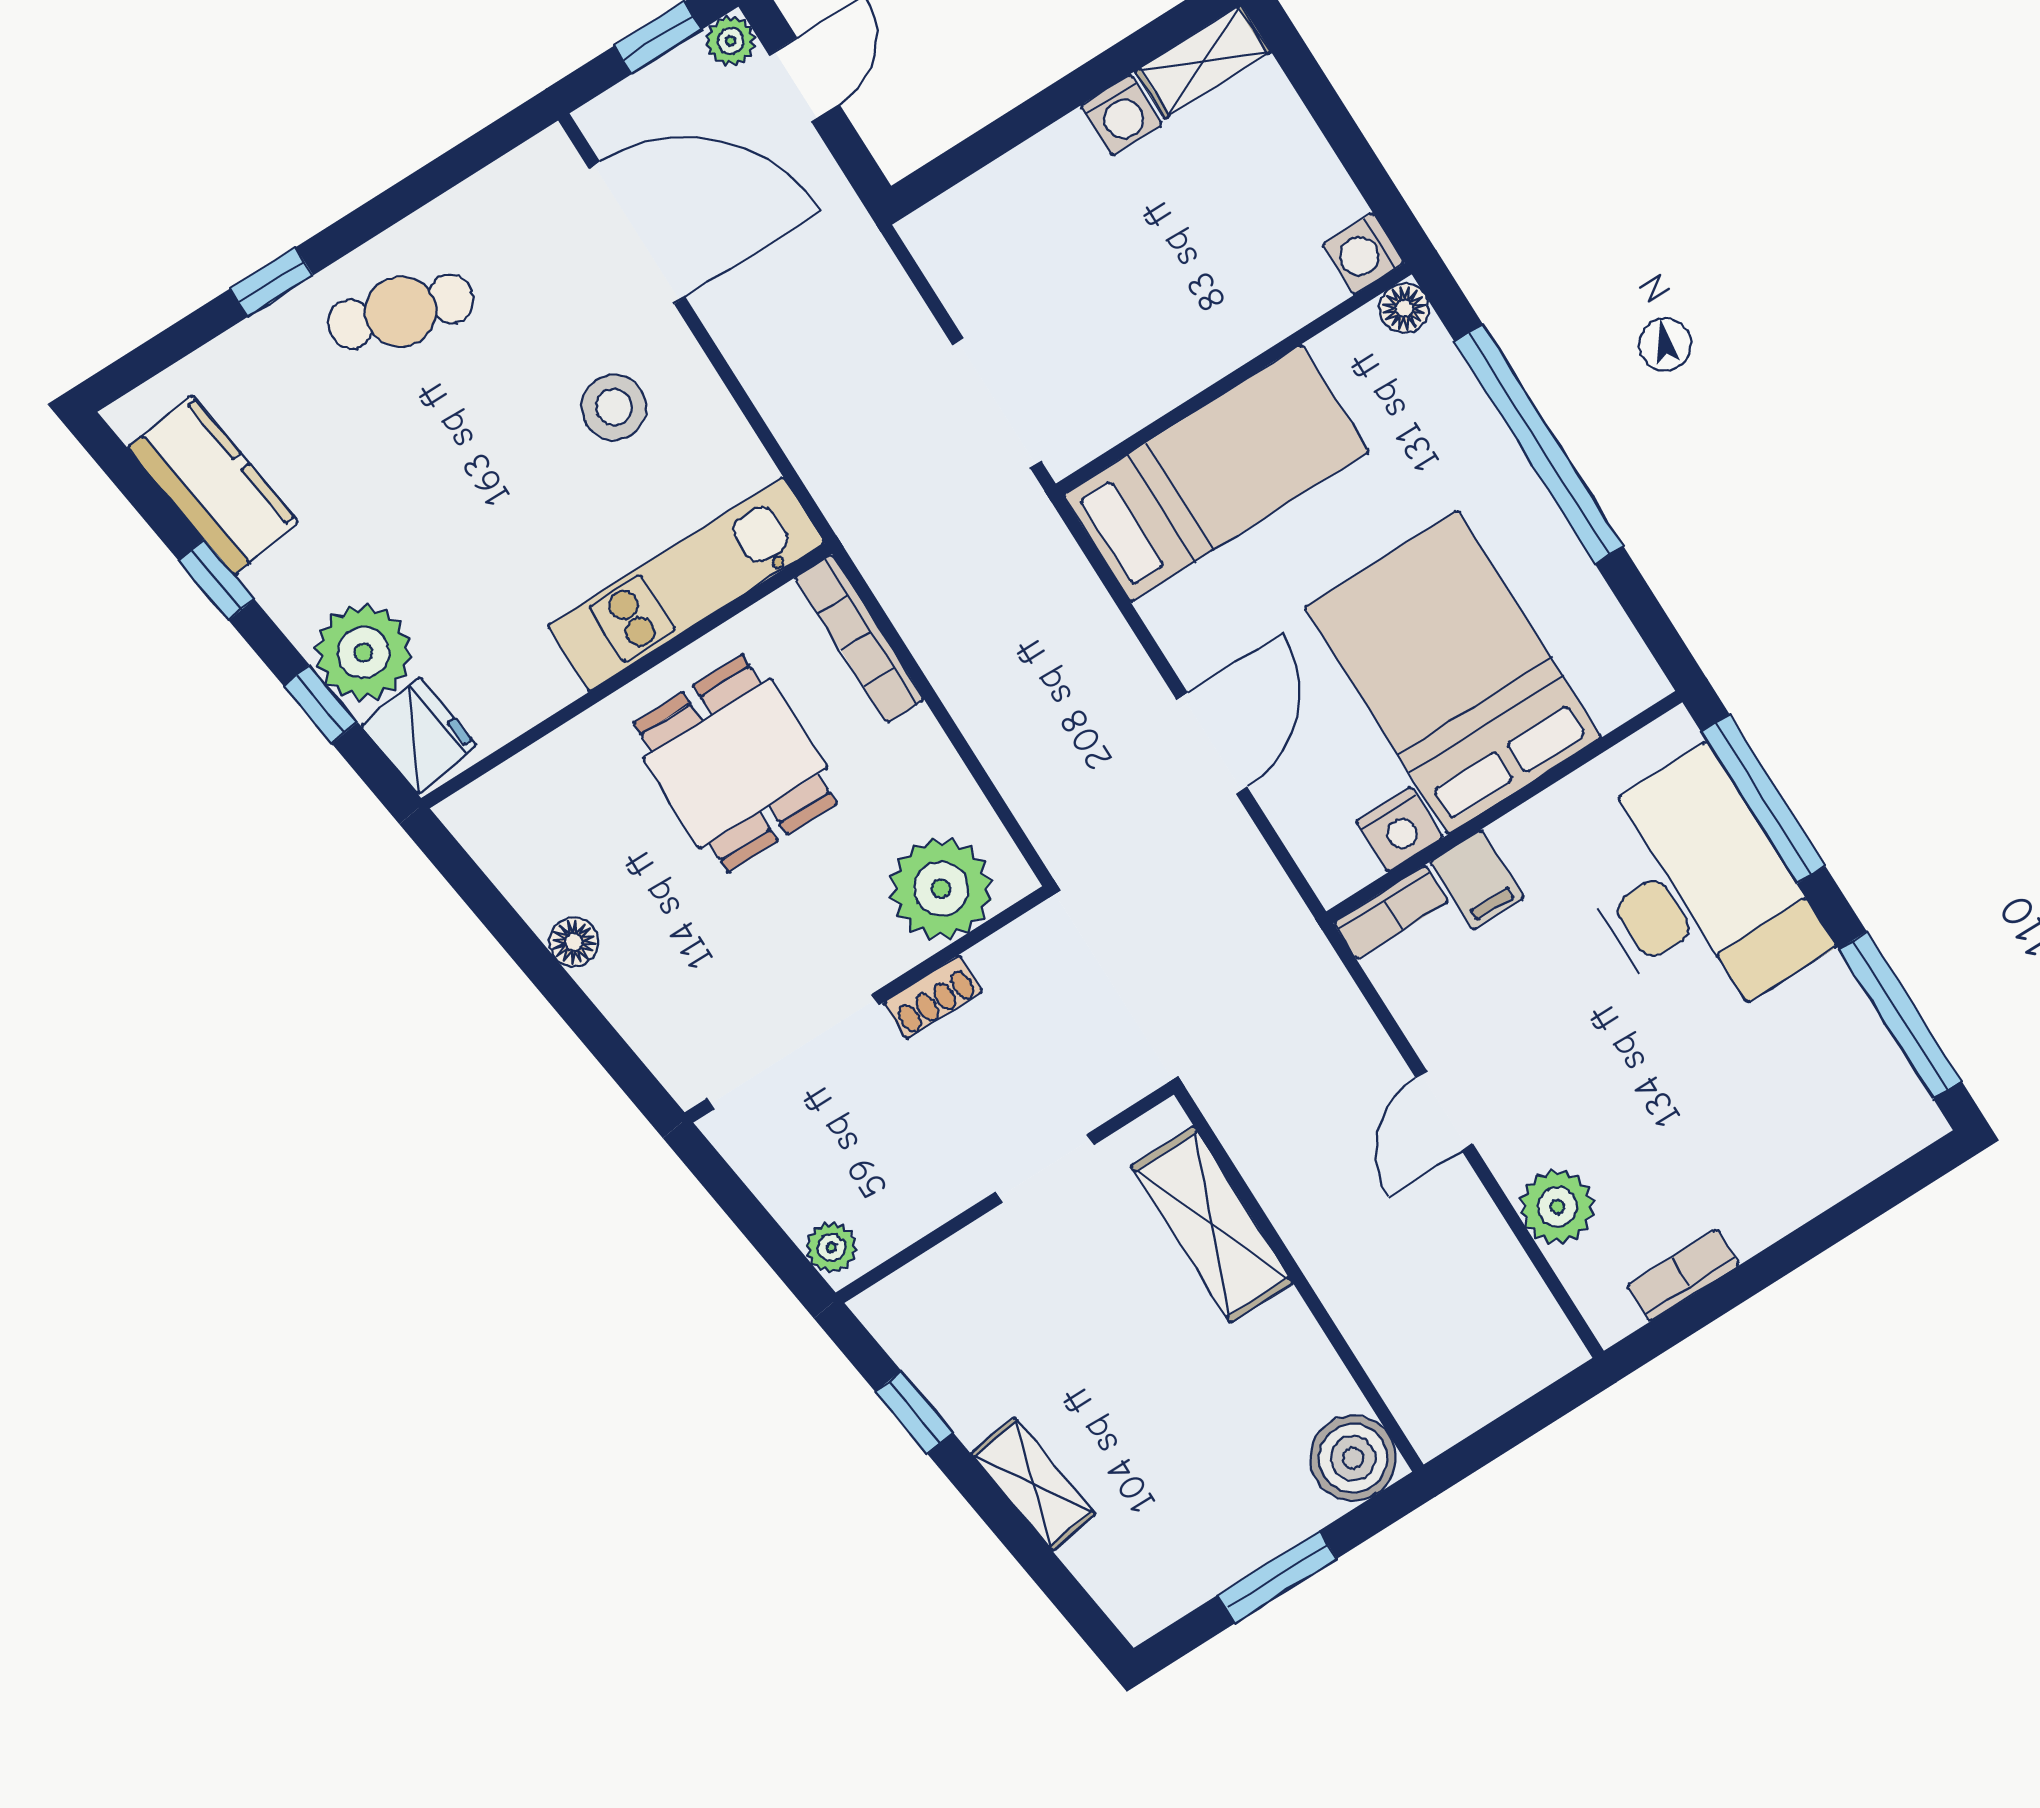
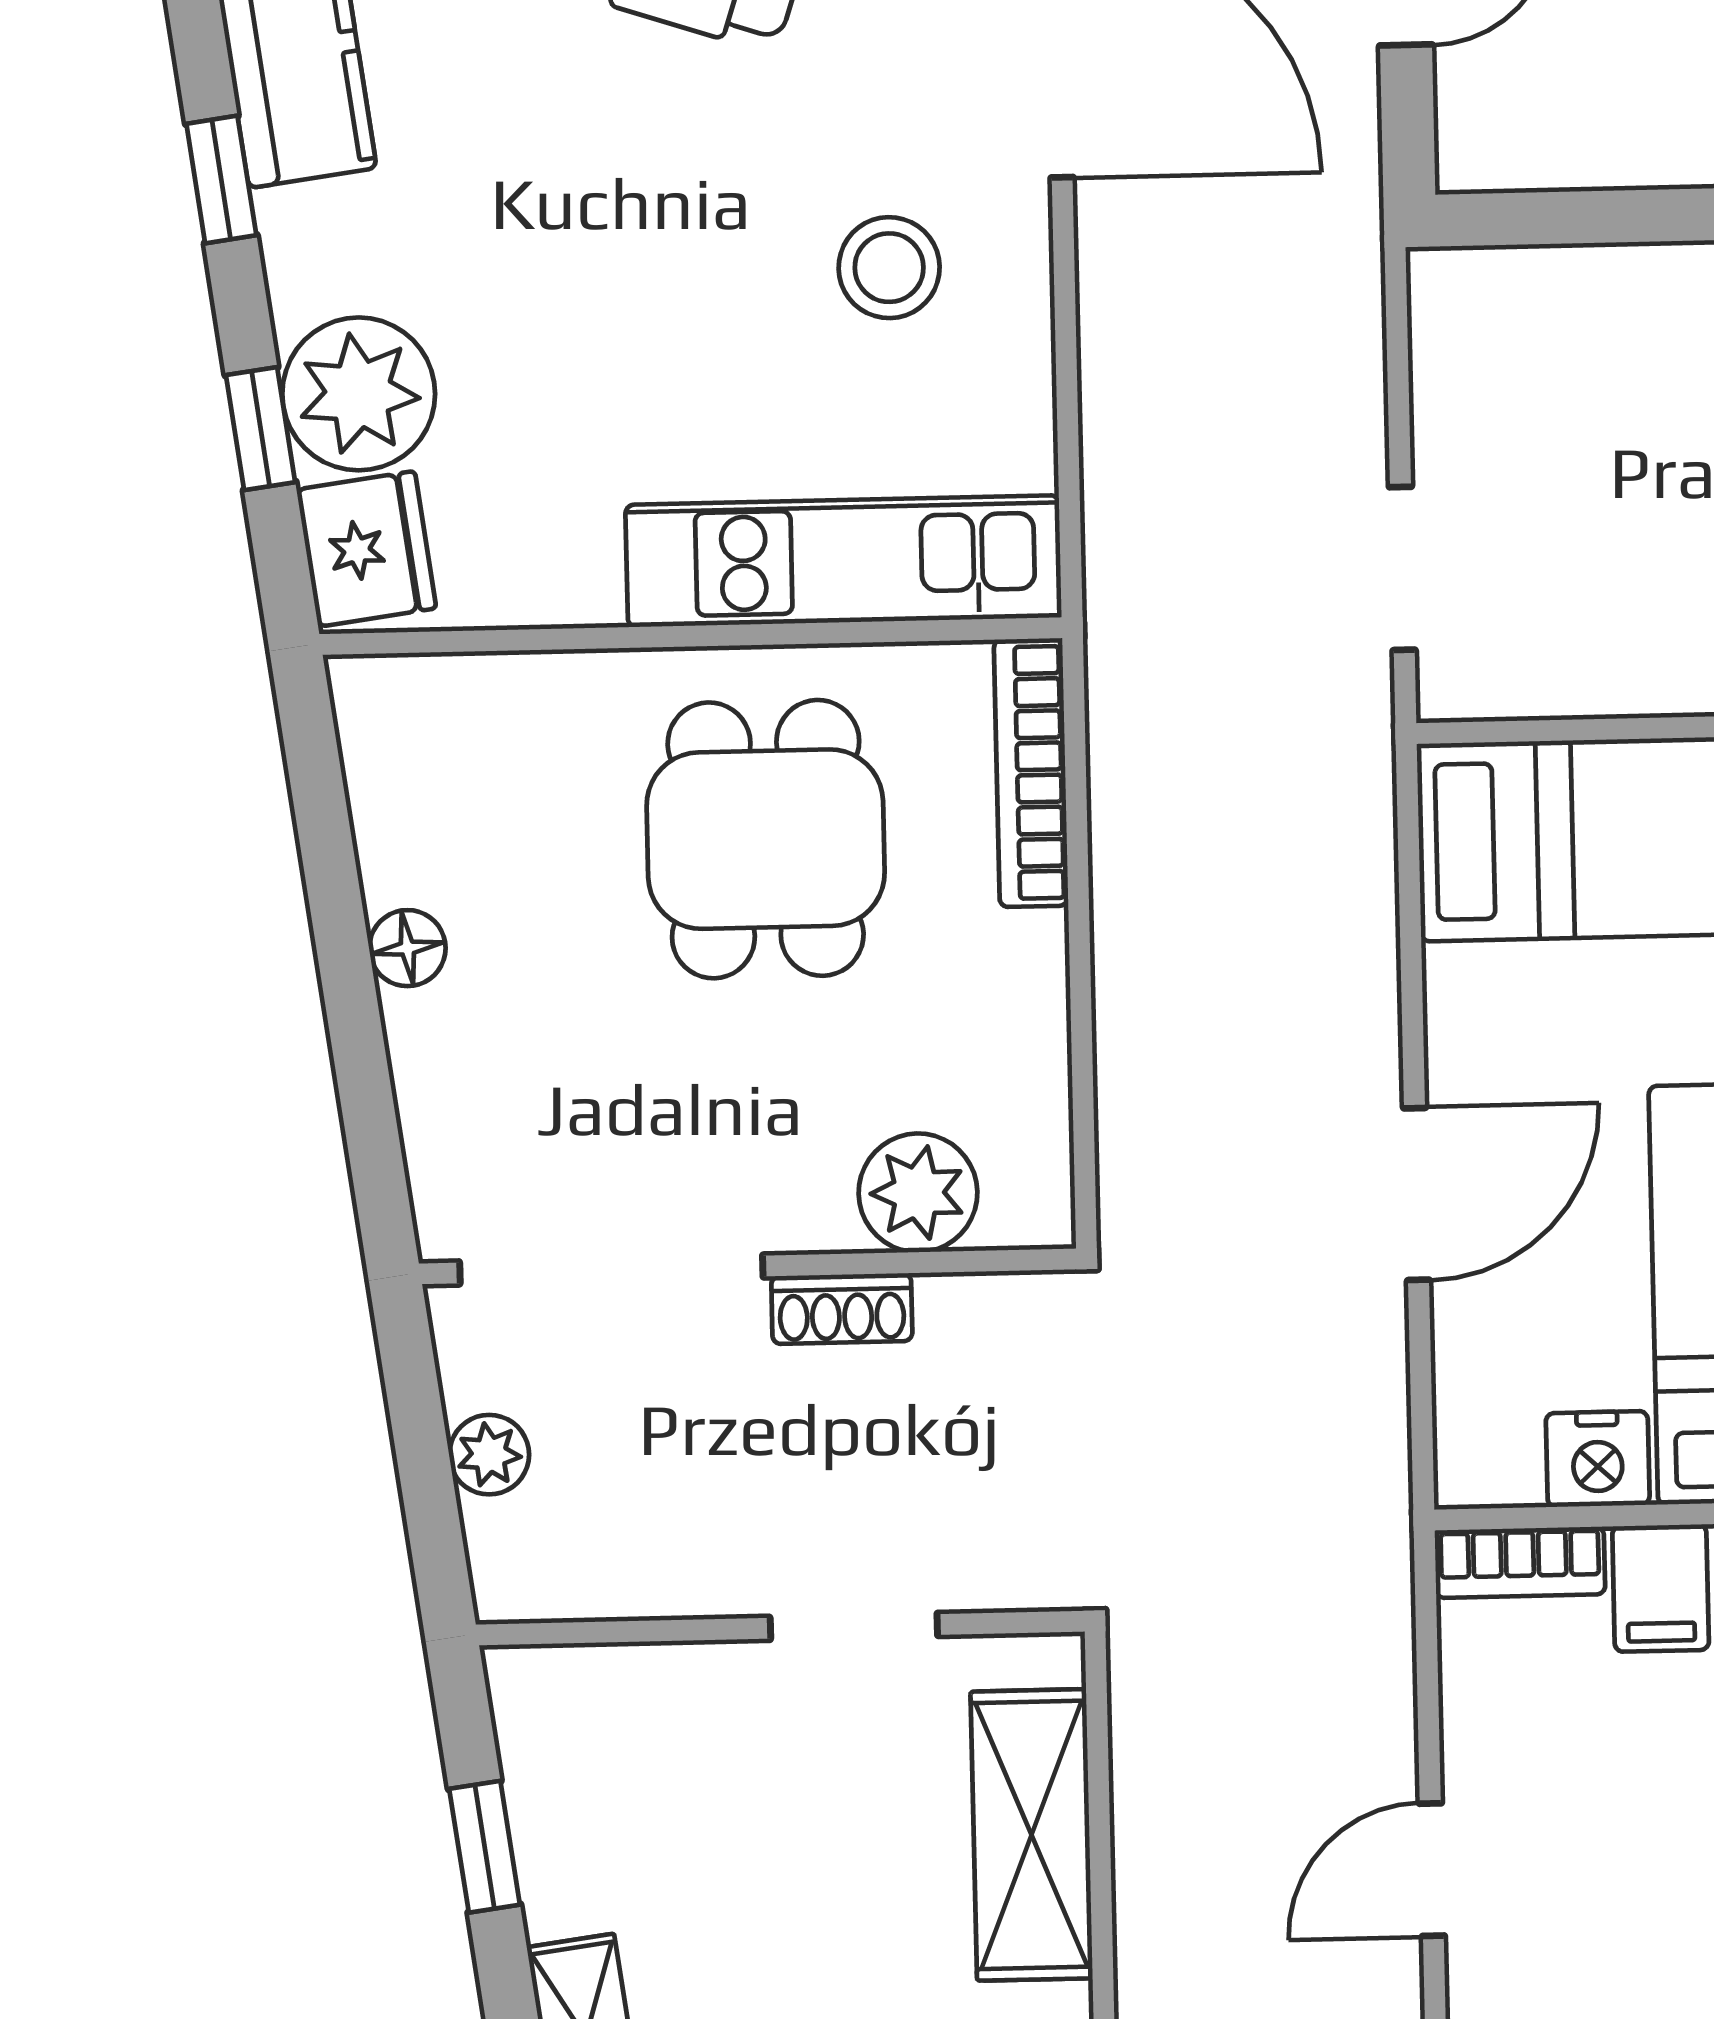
doorway: (997, 403) -> (1402, 568), width x0.73
plant: (941, 889) -> (918, 1193), width x0.73, depth x0.73
plant: (831, 1247) -> (489, 1455), moved

